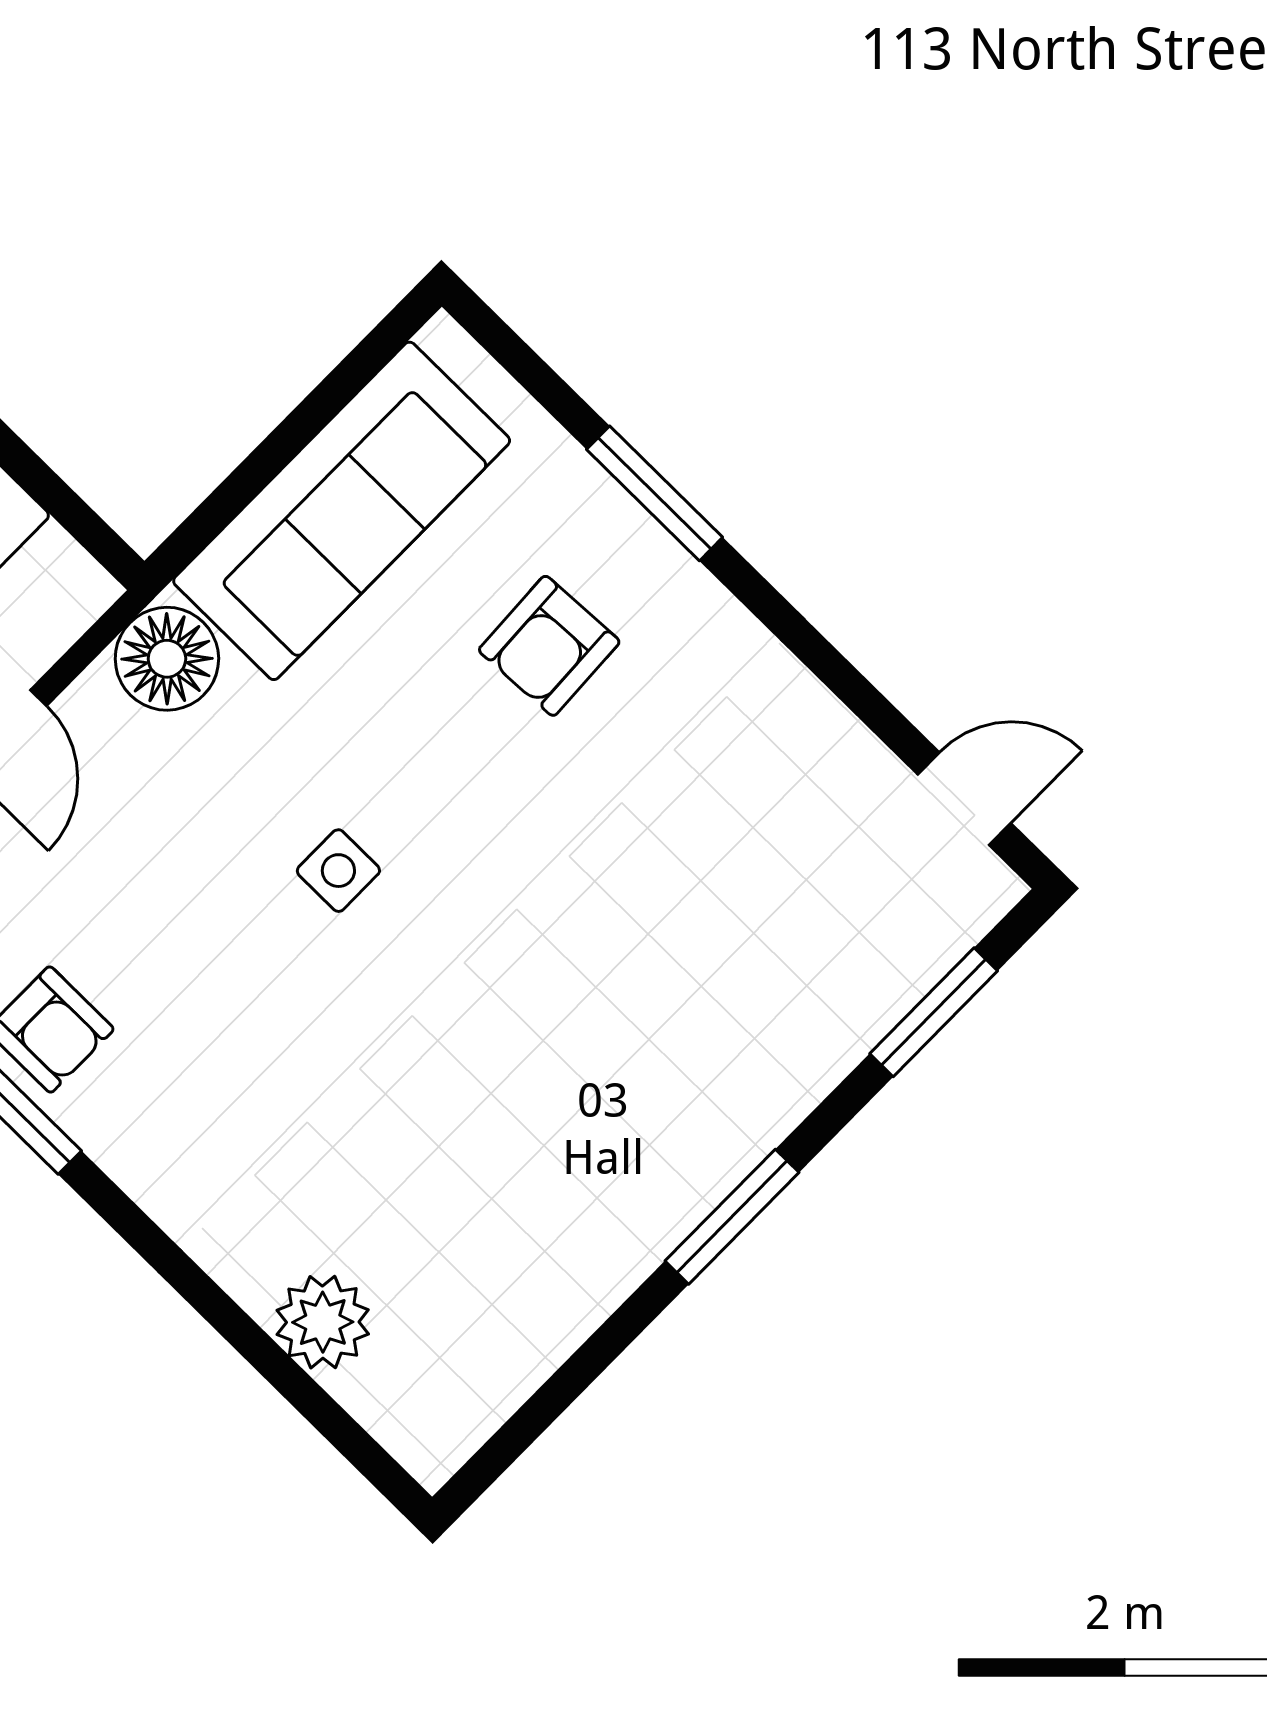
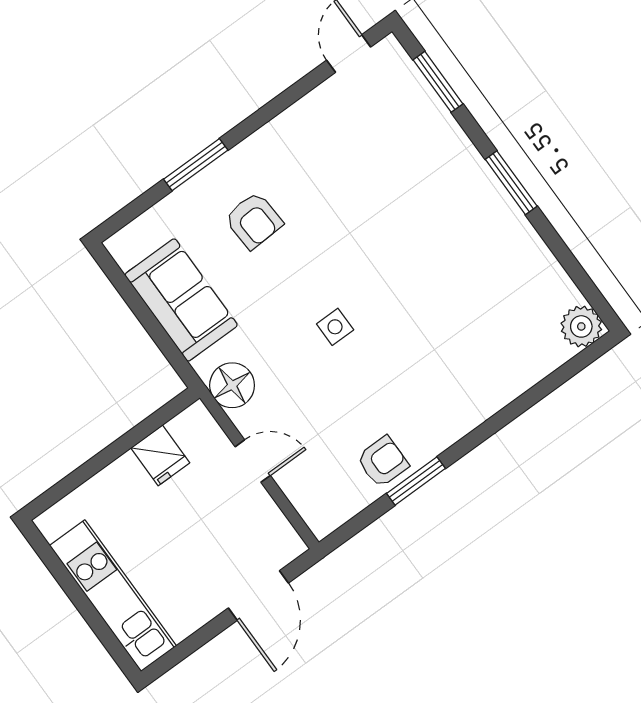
sofa: (342, 511) -> (181, 300), width x0.73
plant: (323, 1322) -> (581, 326), moved

